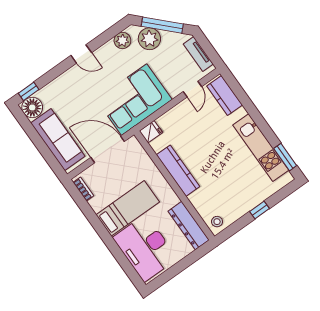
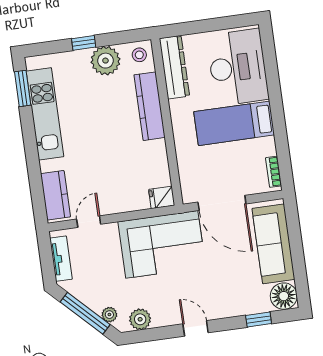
plant: (149, 39) -> (109, 315), width x0.53, depth x0.53
window: (29, 91) -> (259, 319), moved
kitchen counter: (178, 171) -> (150, 106), moved
plant: (238, 206) -> (105, 61), added

